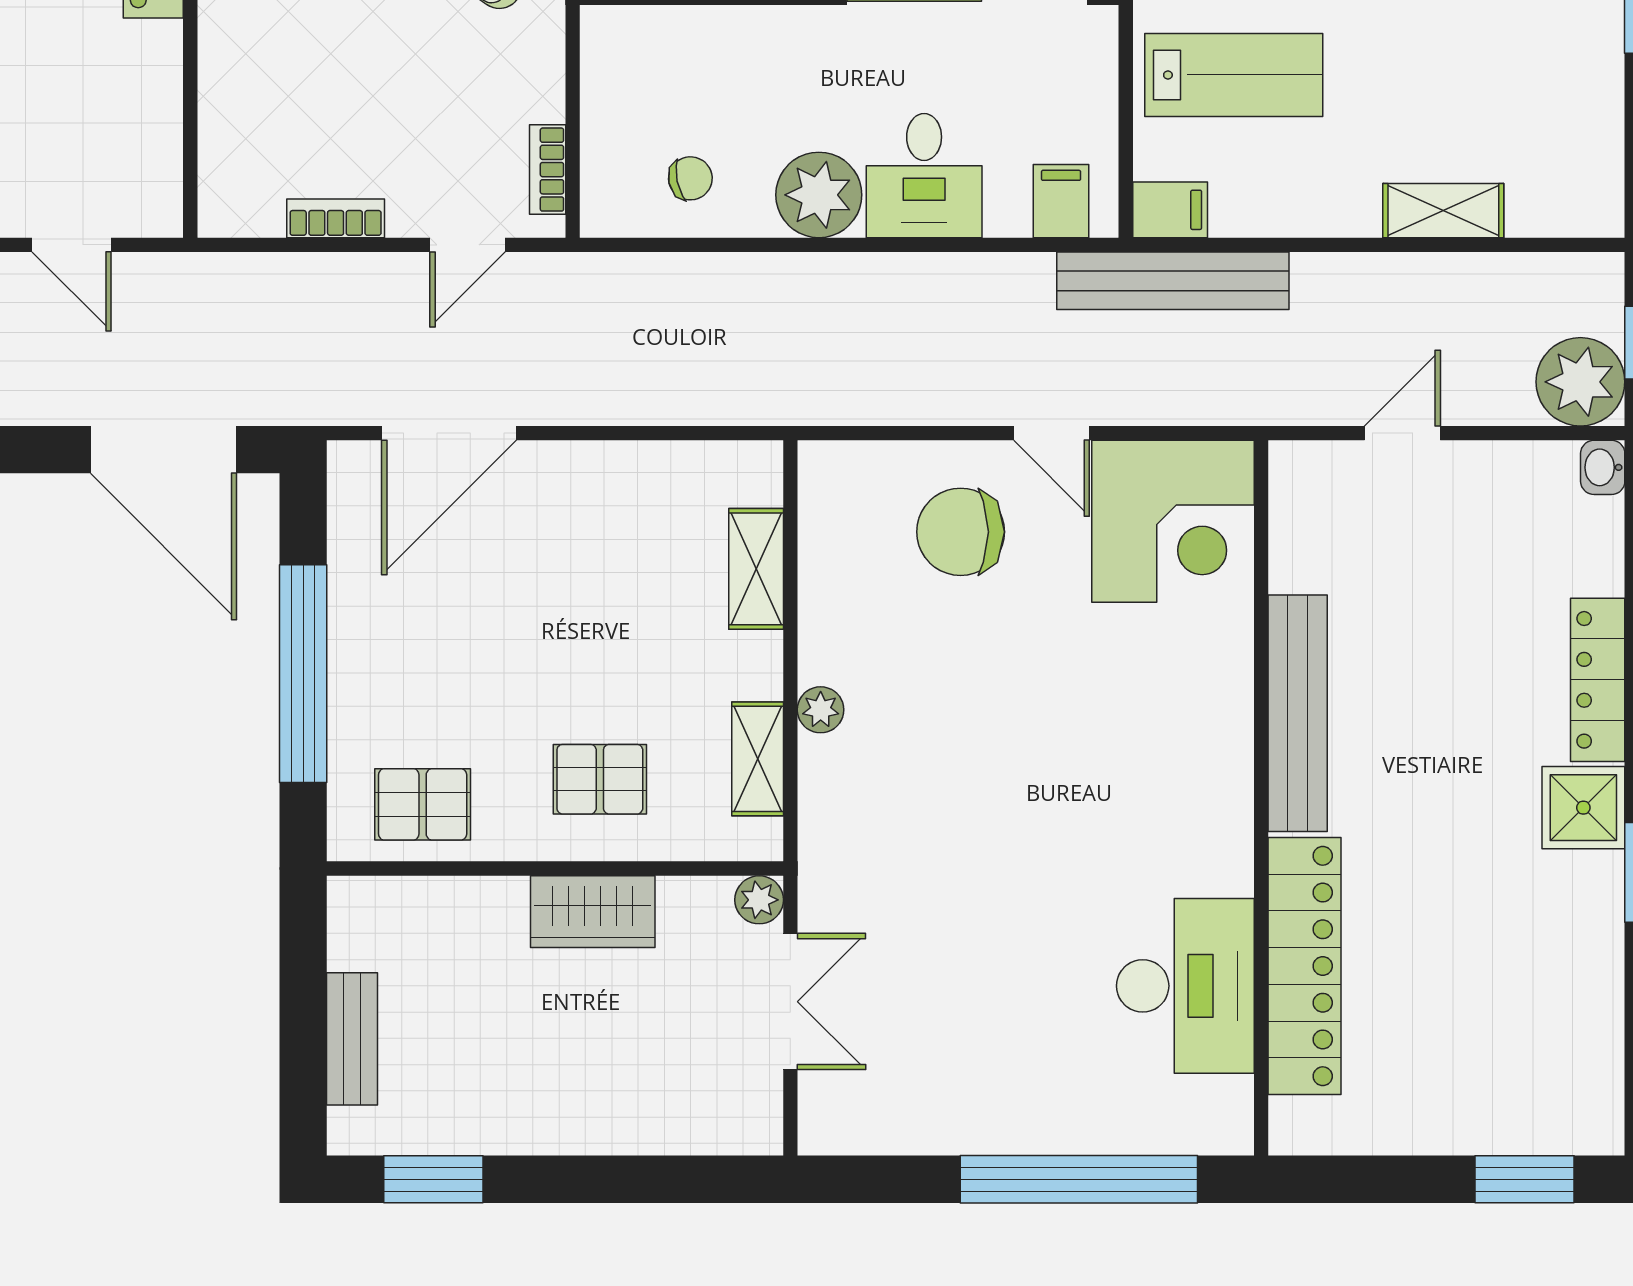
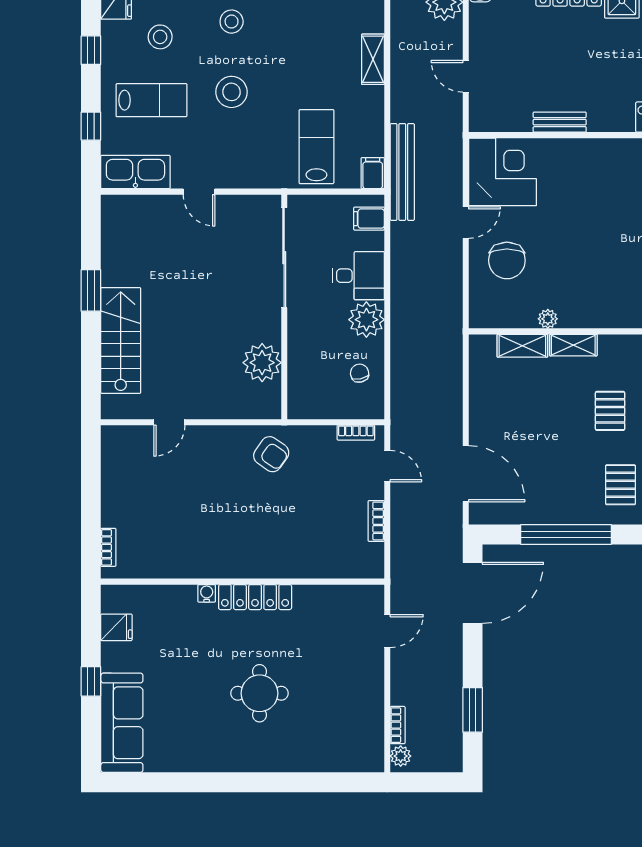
plant: (821, 710) -> (548, 319), moved
bench: (1298, 713) -> (560, 122), width x0.54, depth x0.82
shelving: (758, 759) -> (573, 345), moved

